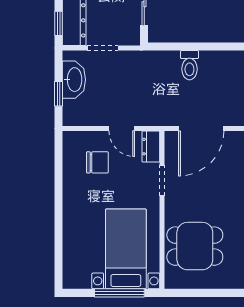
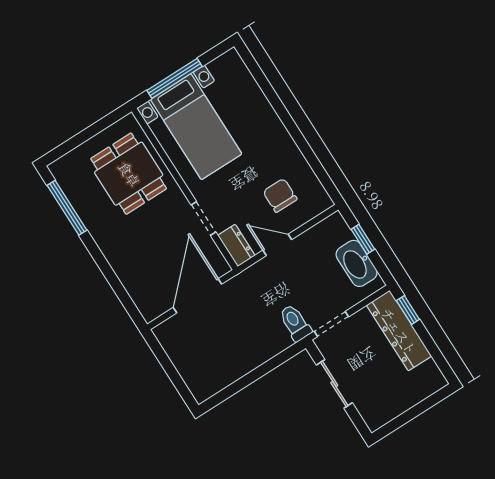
doorway: (103, 48) -> (331, 324), moved
toilet: (189, 65) -> (295, 323), moved
chair: (97, 162) -> (280, 195), turned 90
dining table: (195, 246) -> (129, 174), turned 90

